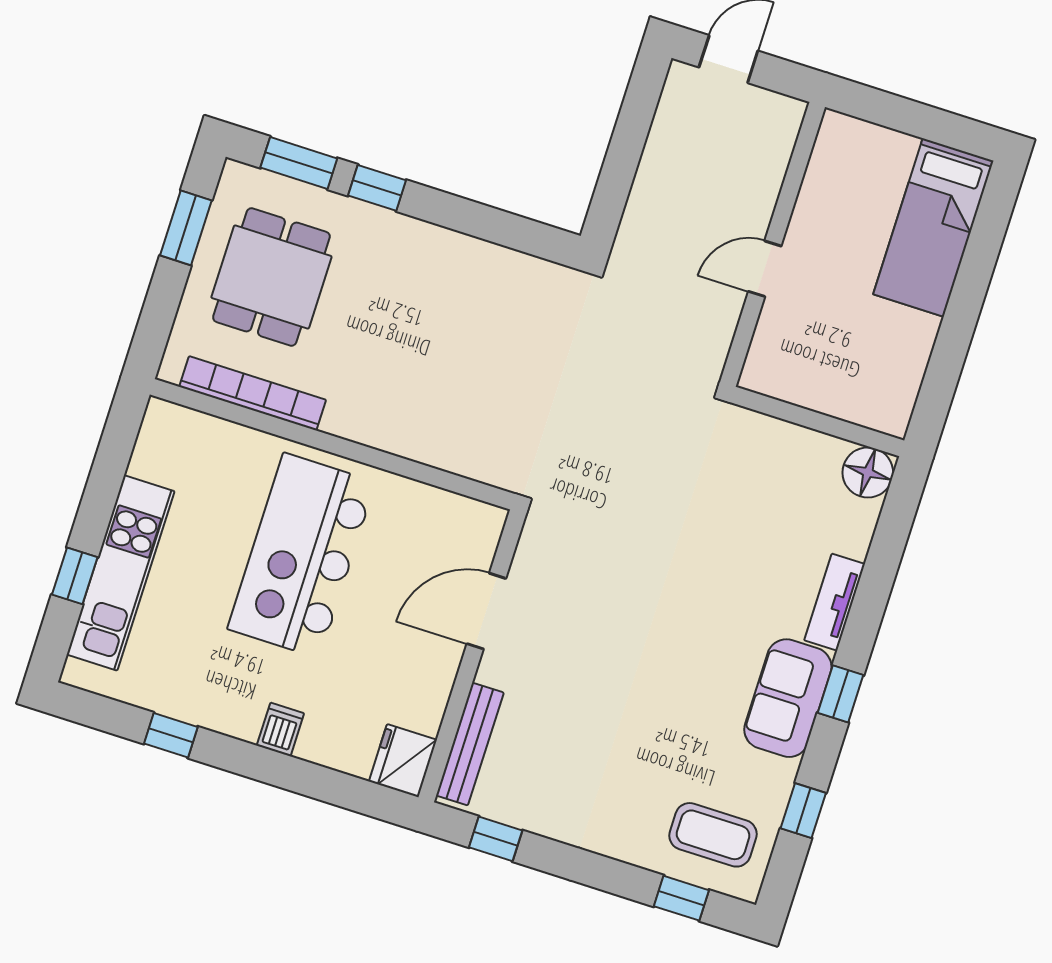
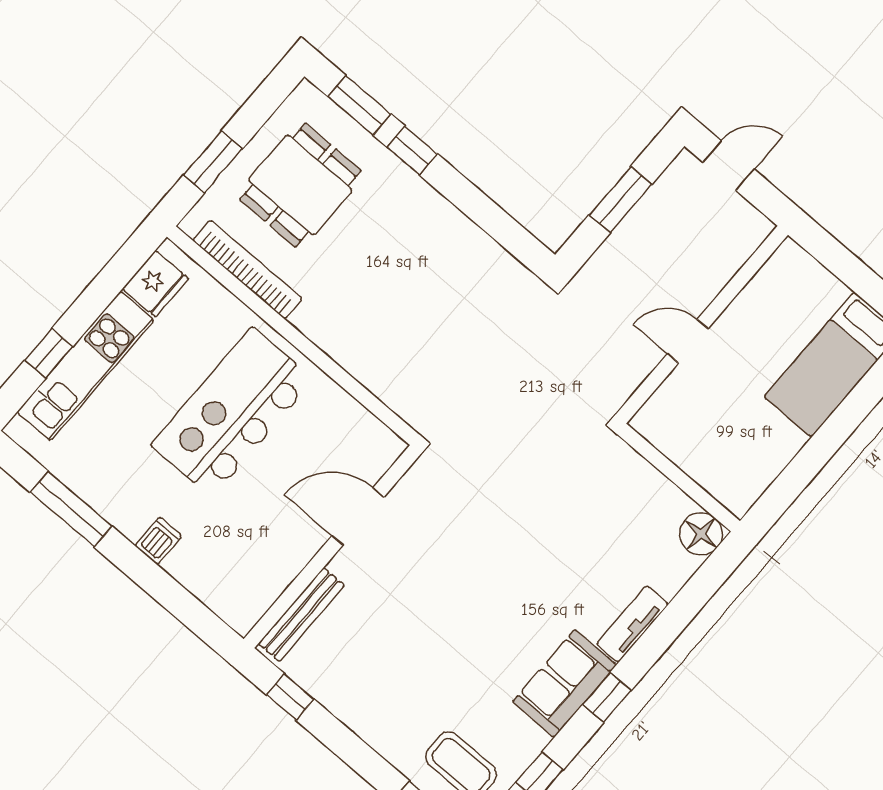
window: (626, 146) -> (621, 200), added
window: (186, 228) -> (213, 162), moved
window: (171, 735) -> (71, 509), width x2.17
fridge: (403, 761) -> (156, 284), moved, turned 180

